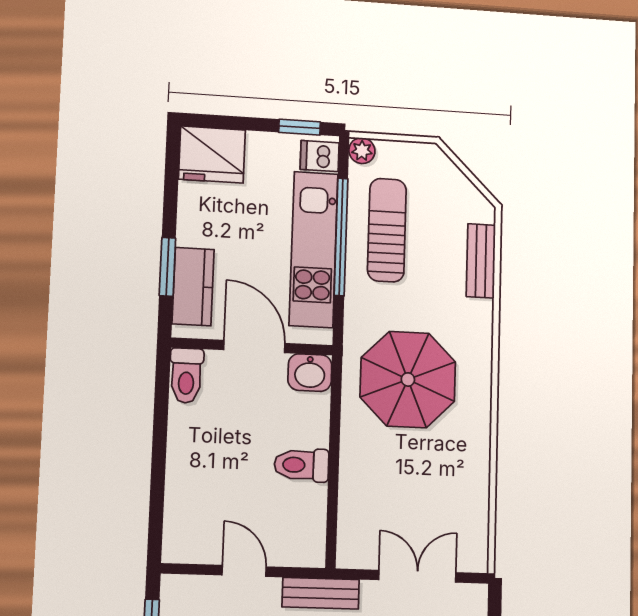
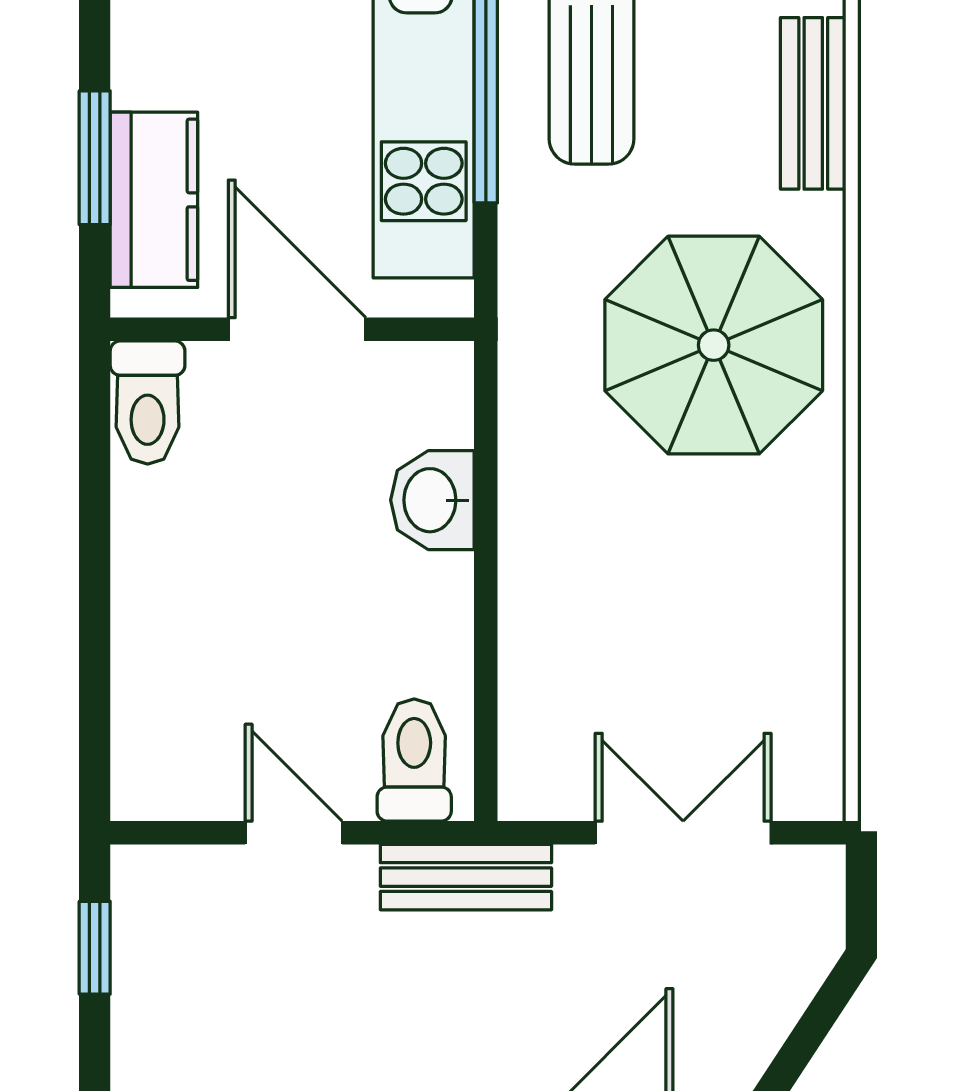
washbasin: (310, 373) -> (432, 500), moved, turned 90
parasol: (408, 379) -> (714, 345), moved
toilet: (301, 465) -> (414, 760), moved, turned 90

